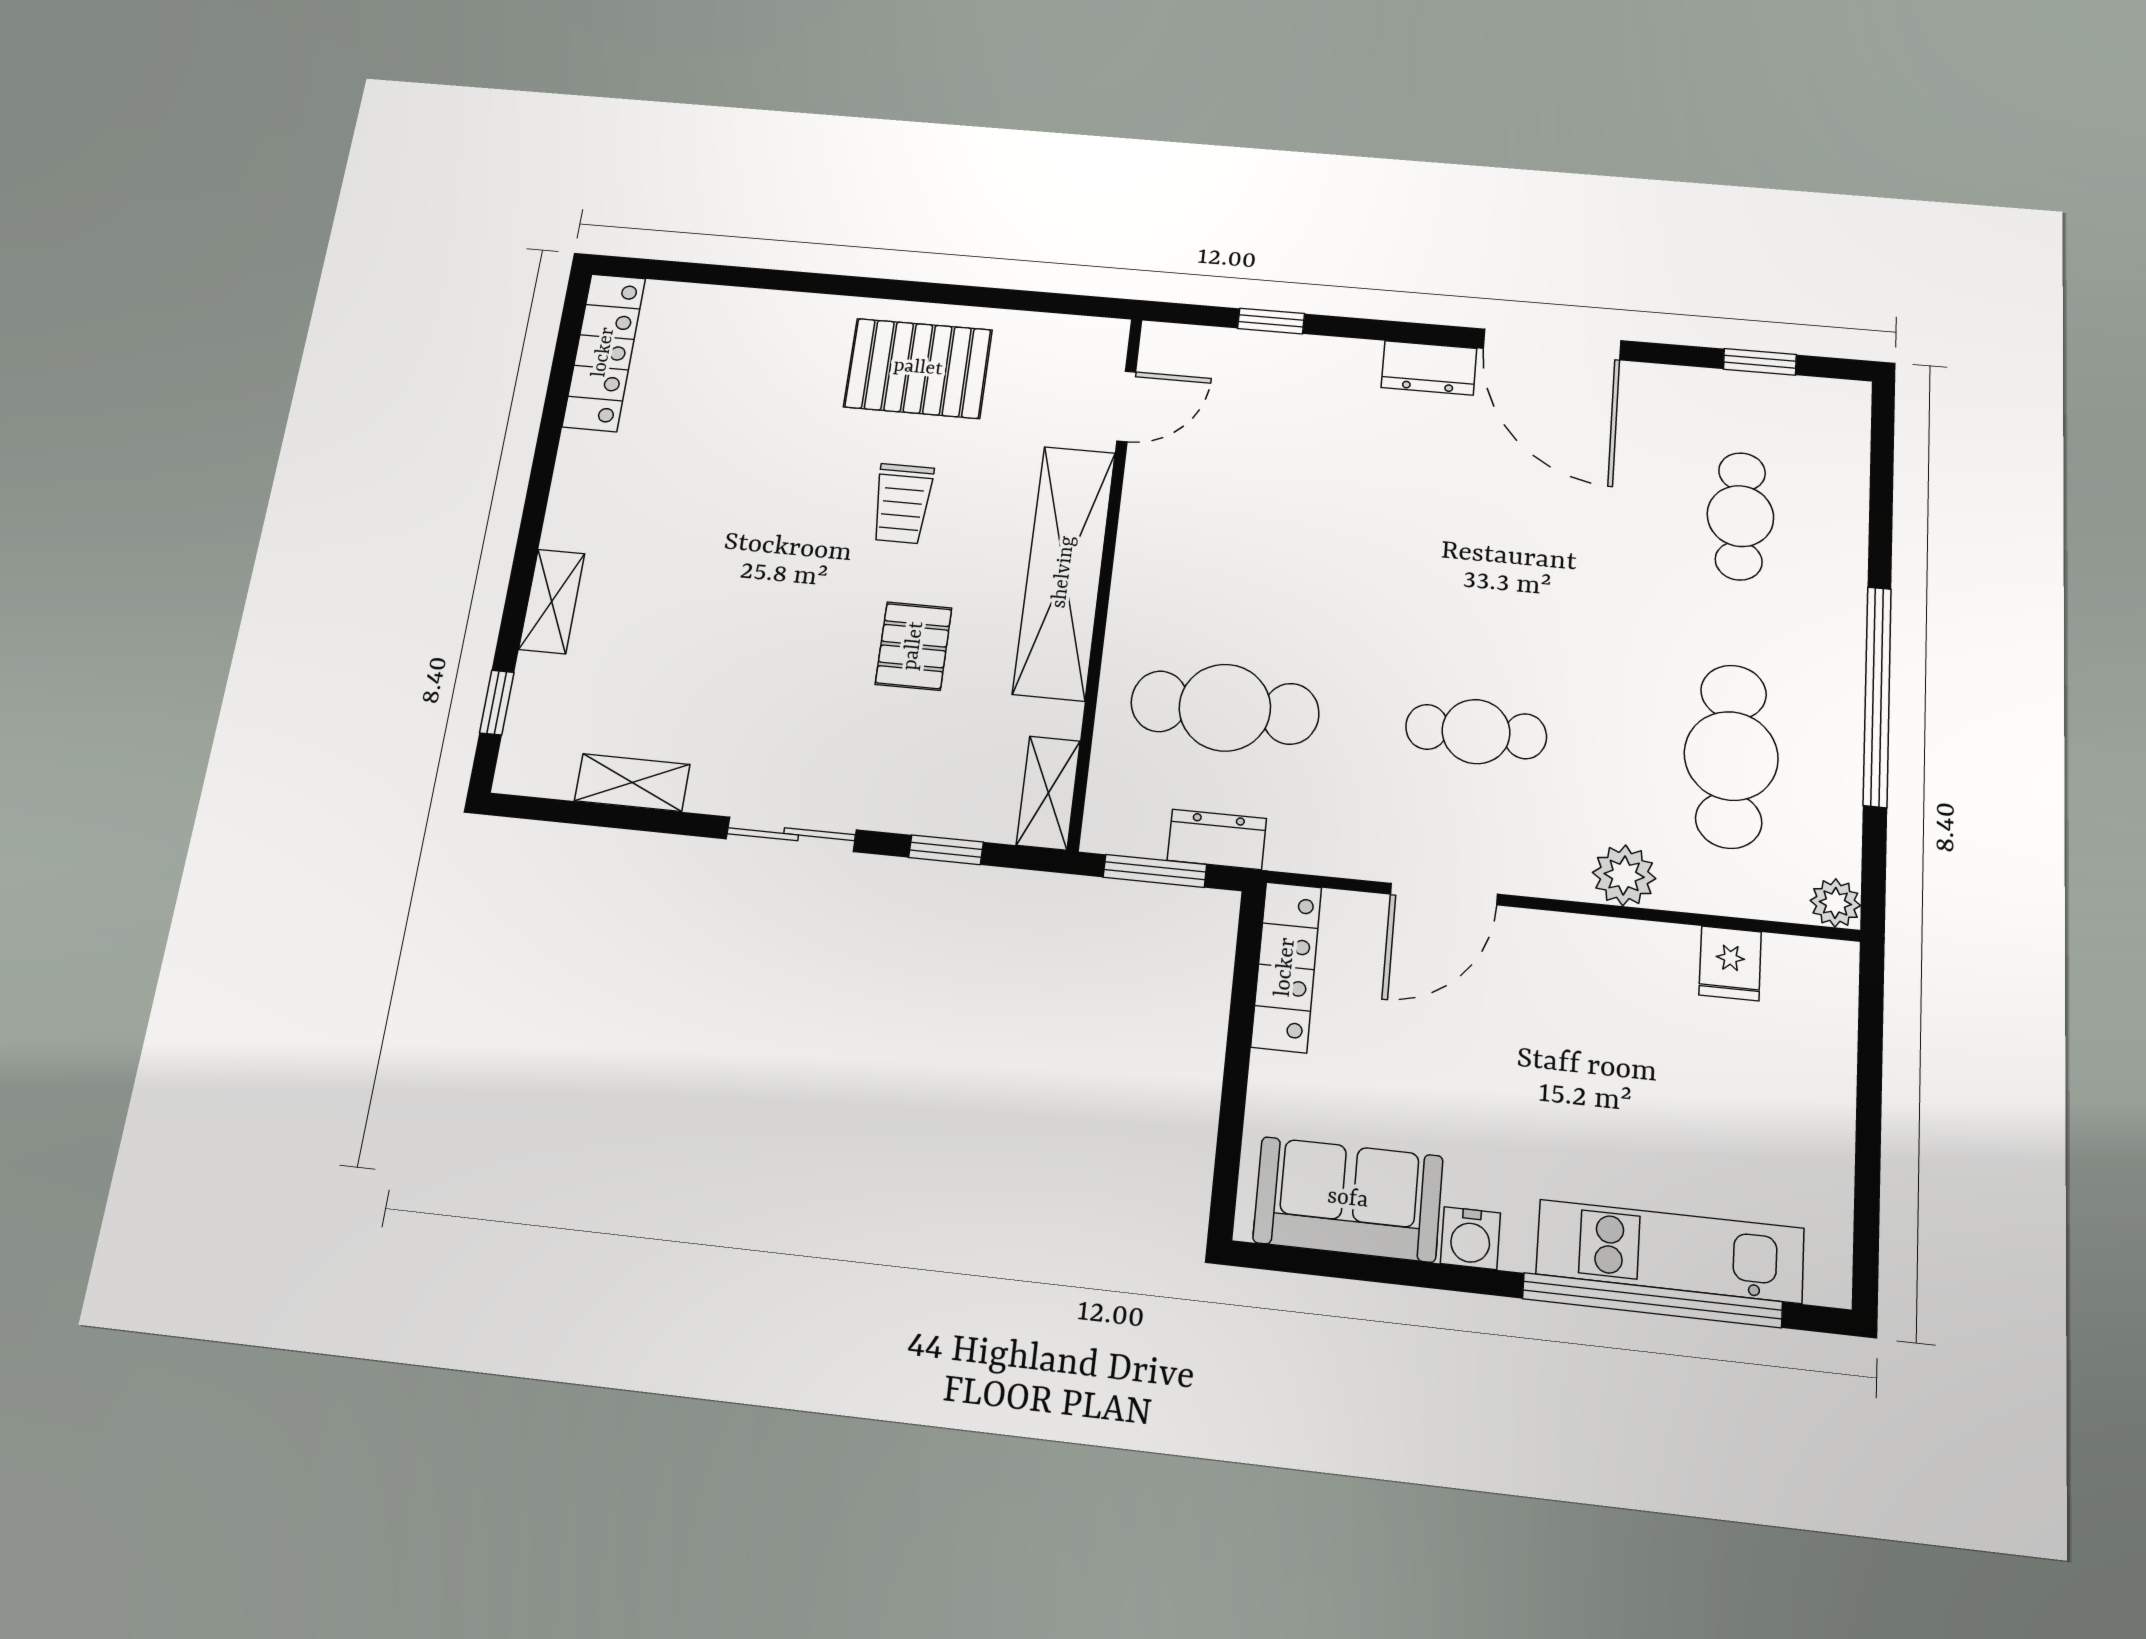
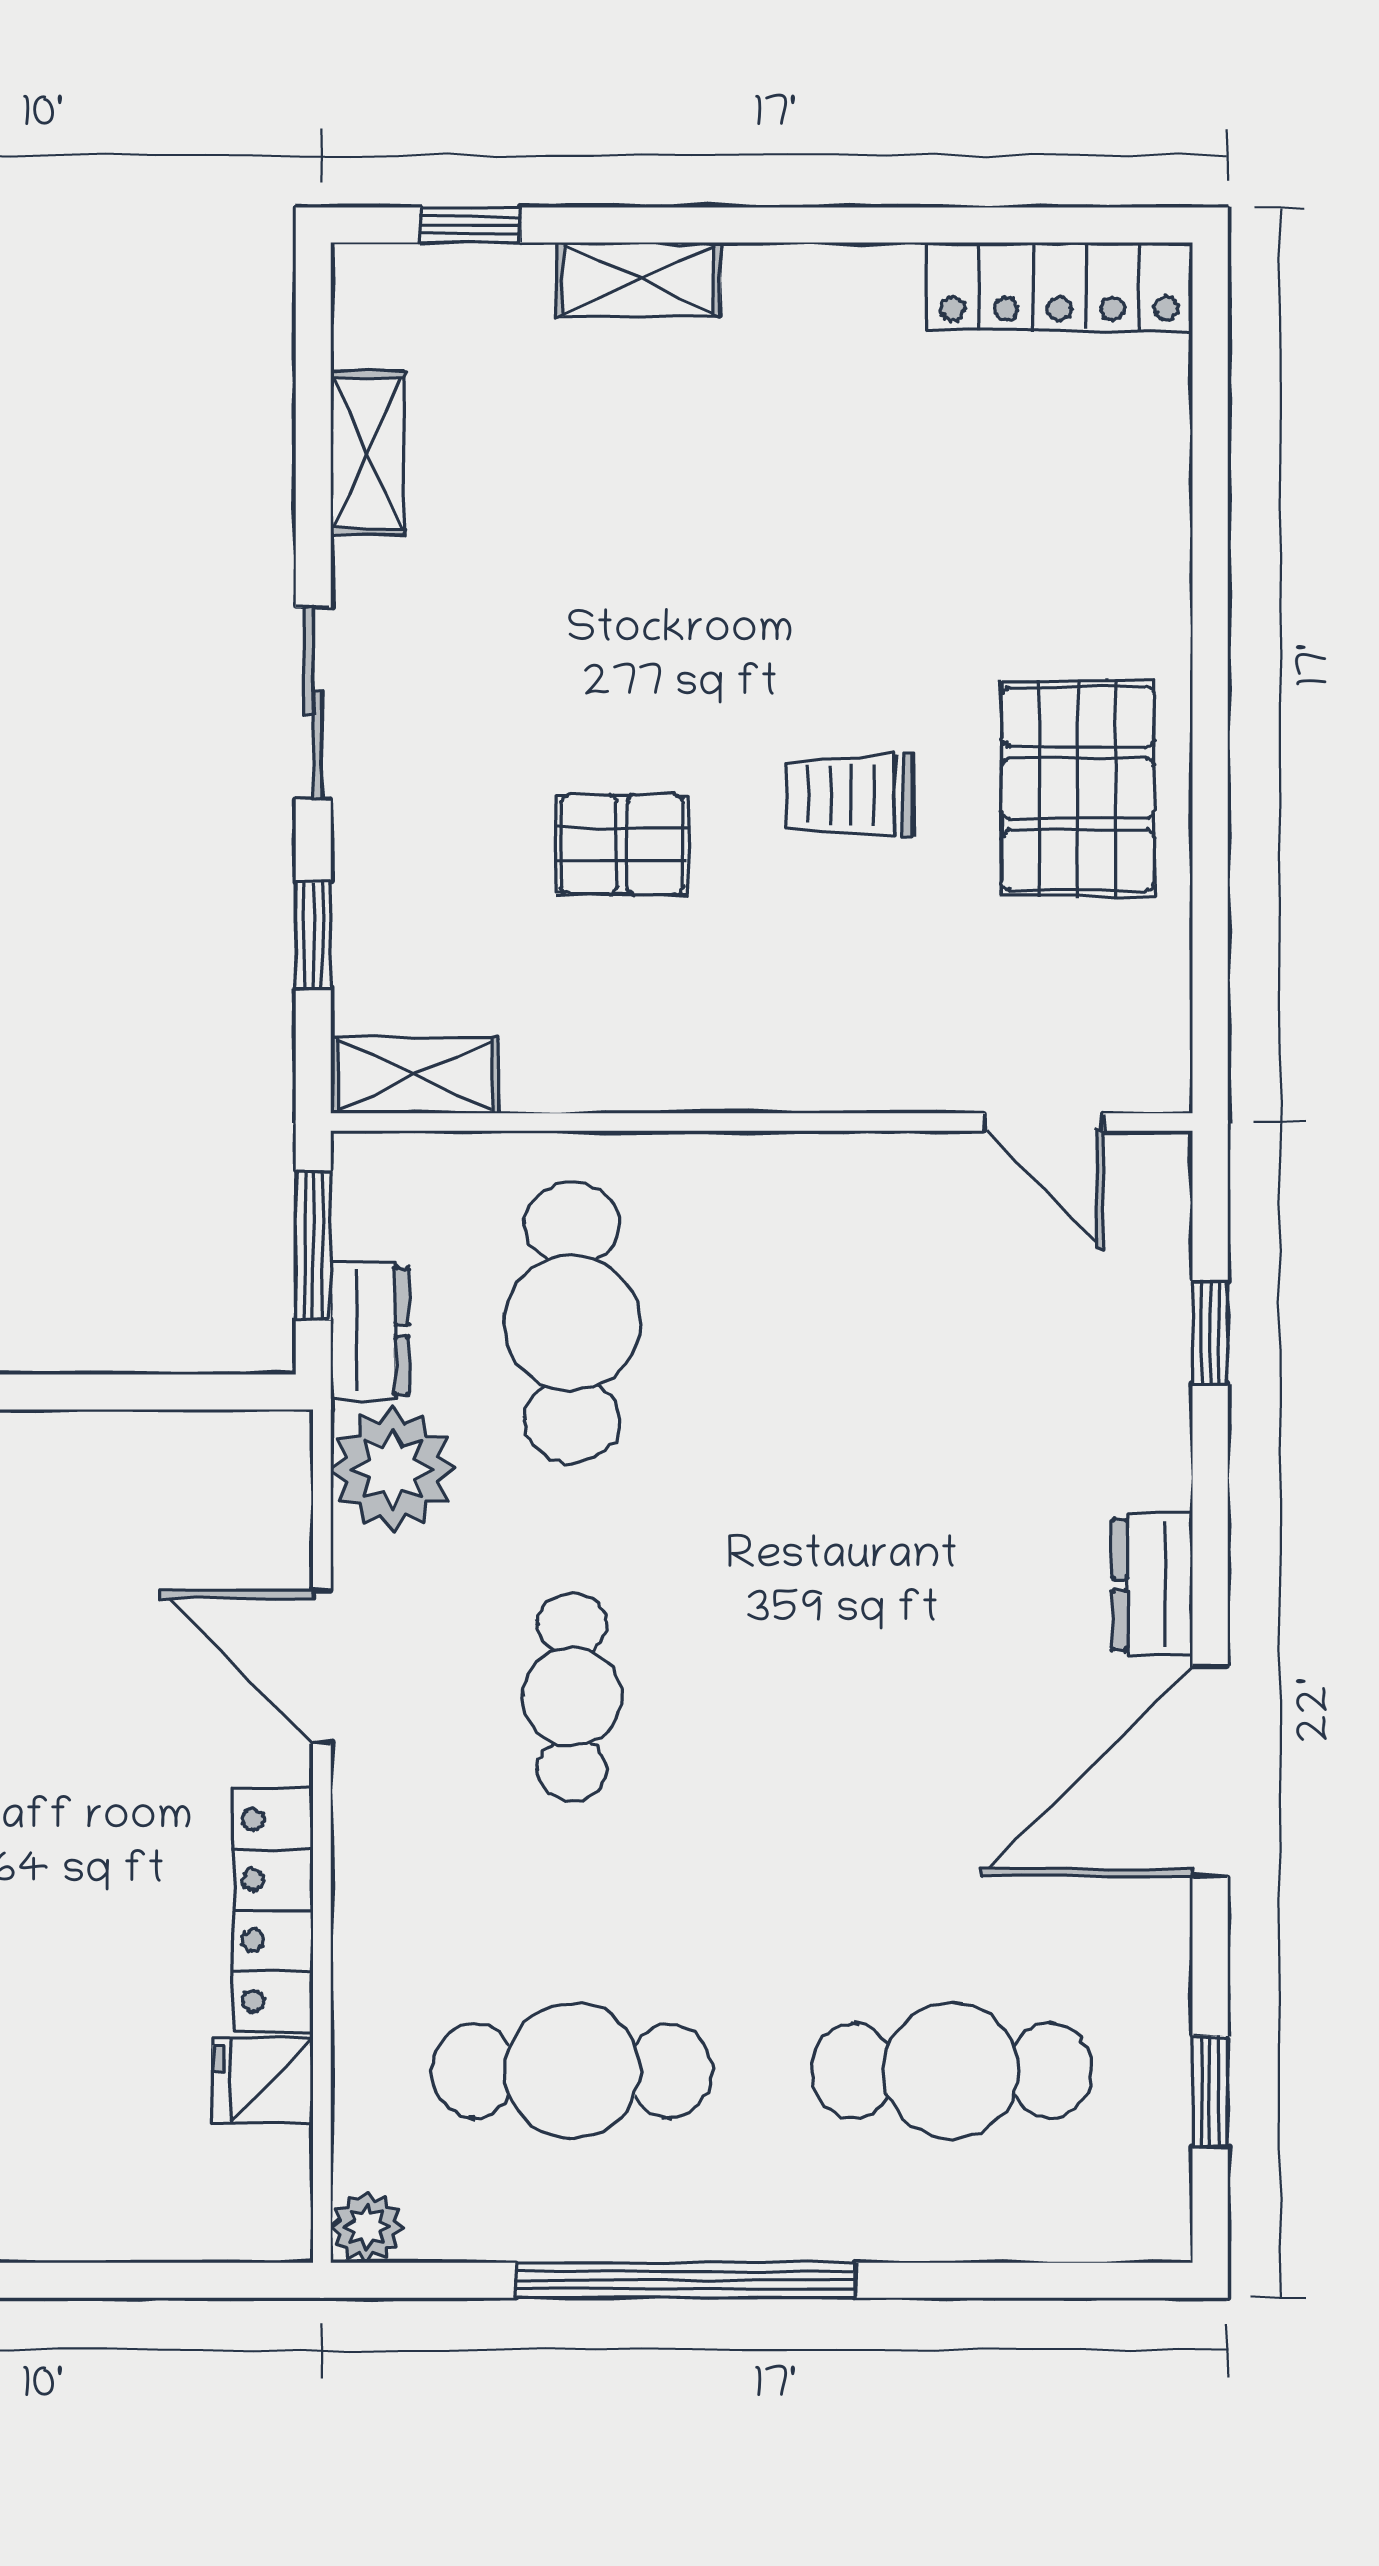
cafe table: (1740, 516) -> (951, 2071), width x1.37, depth x1.35
shelving: (1064, 572) -> (762, 1058), removed
plant: (1624, 875) -> (393, 1469), moved, width x1.36, depth x1.36
locker: (1286, 967) -> (273, 1910), moved, turned 90

